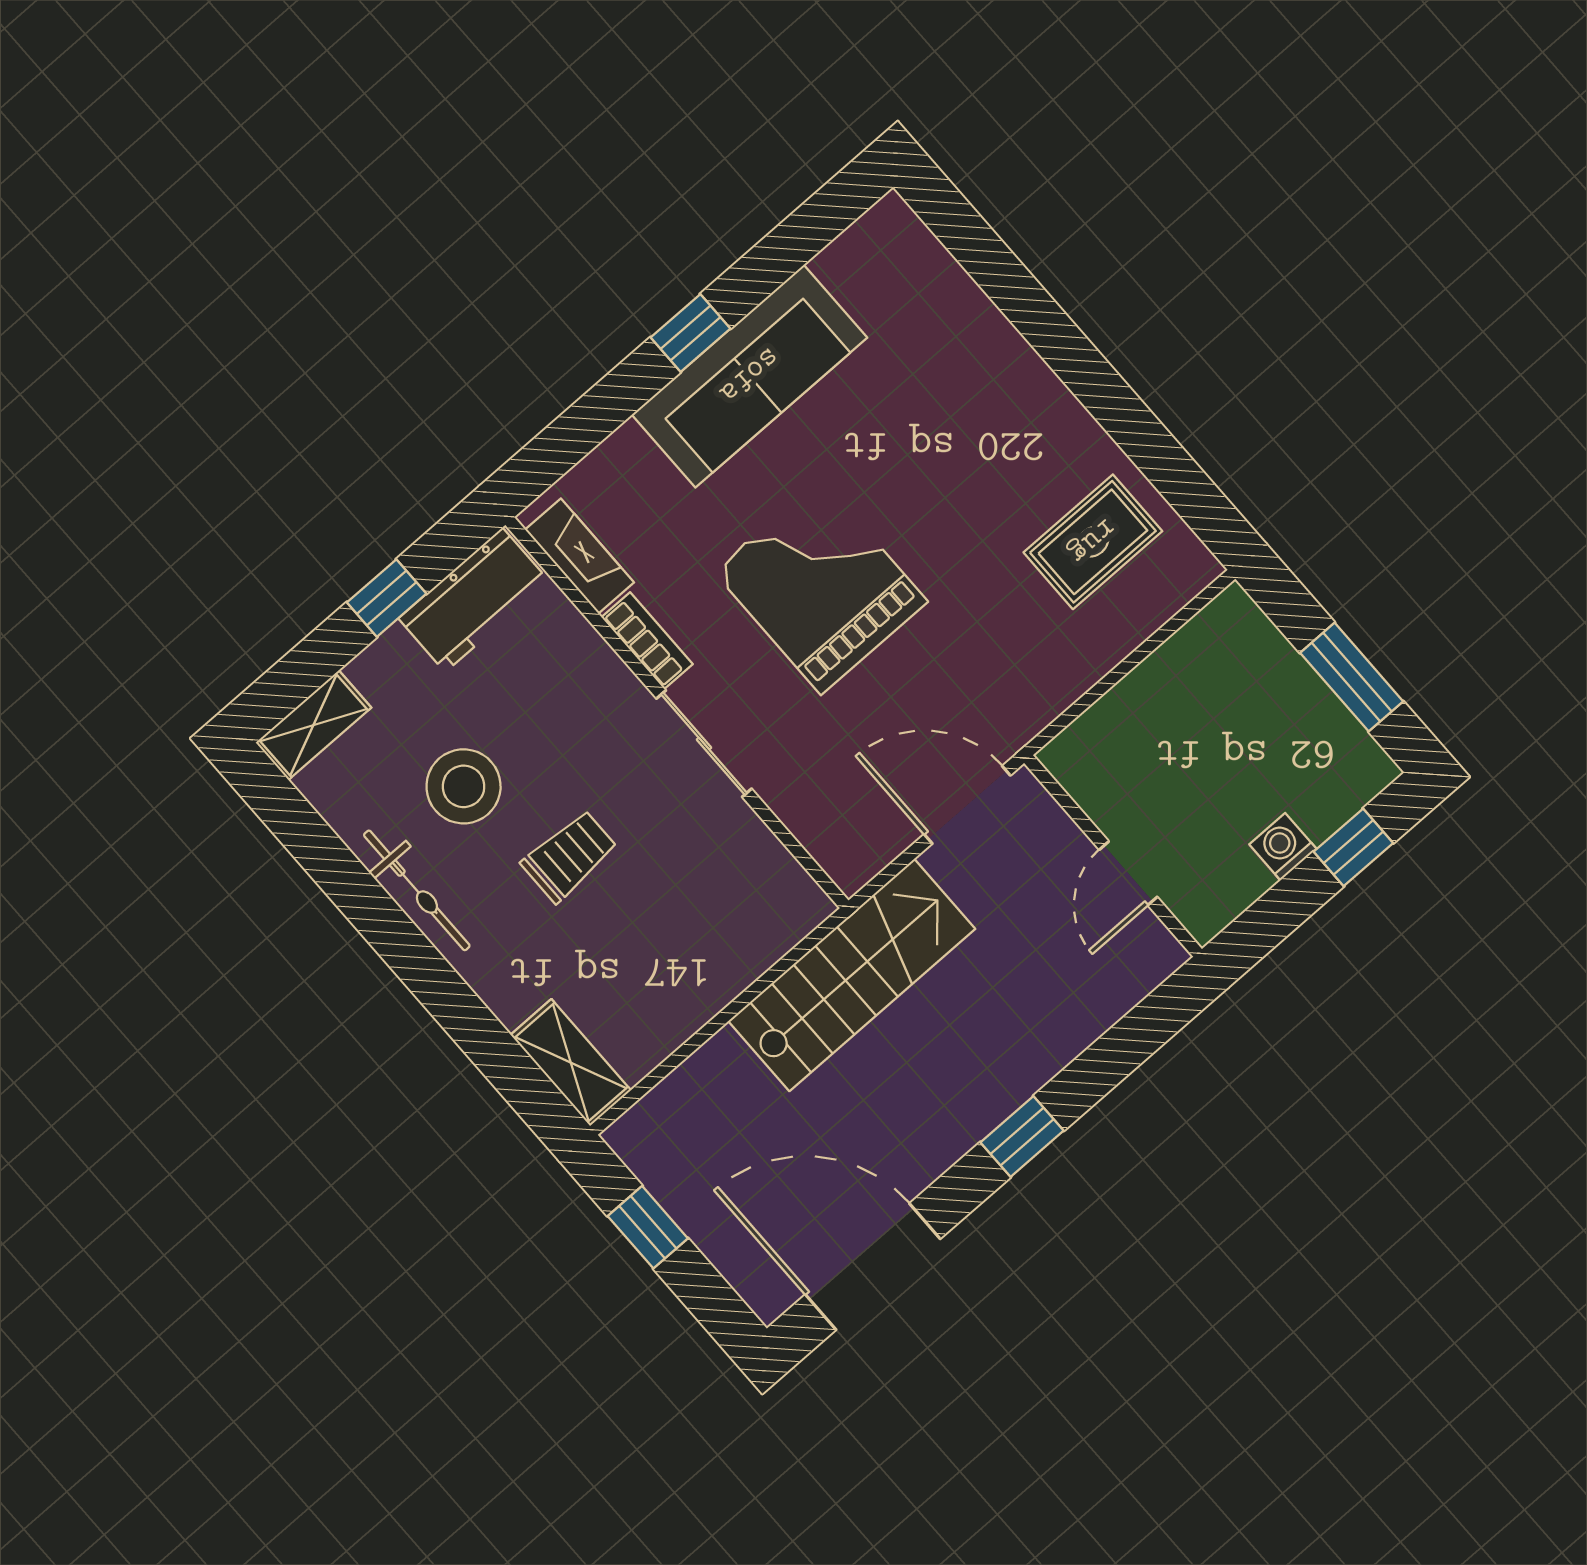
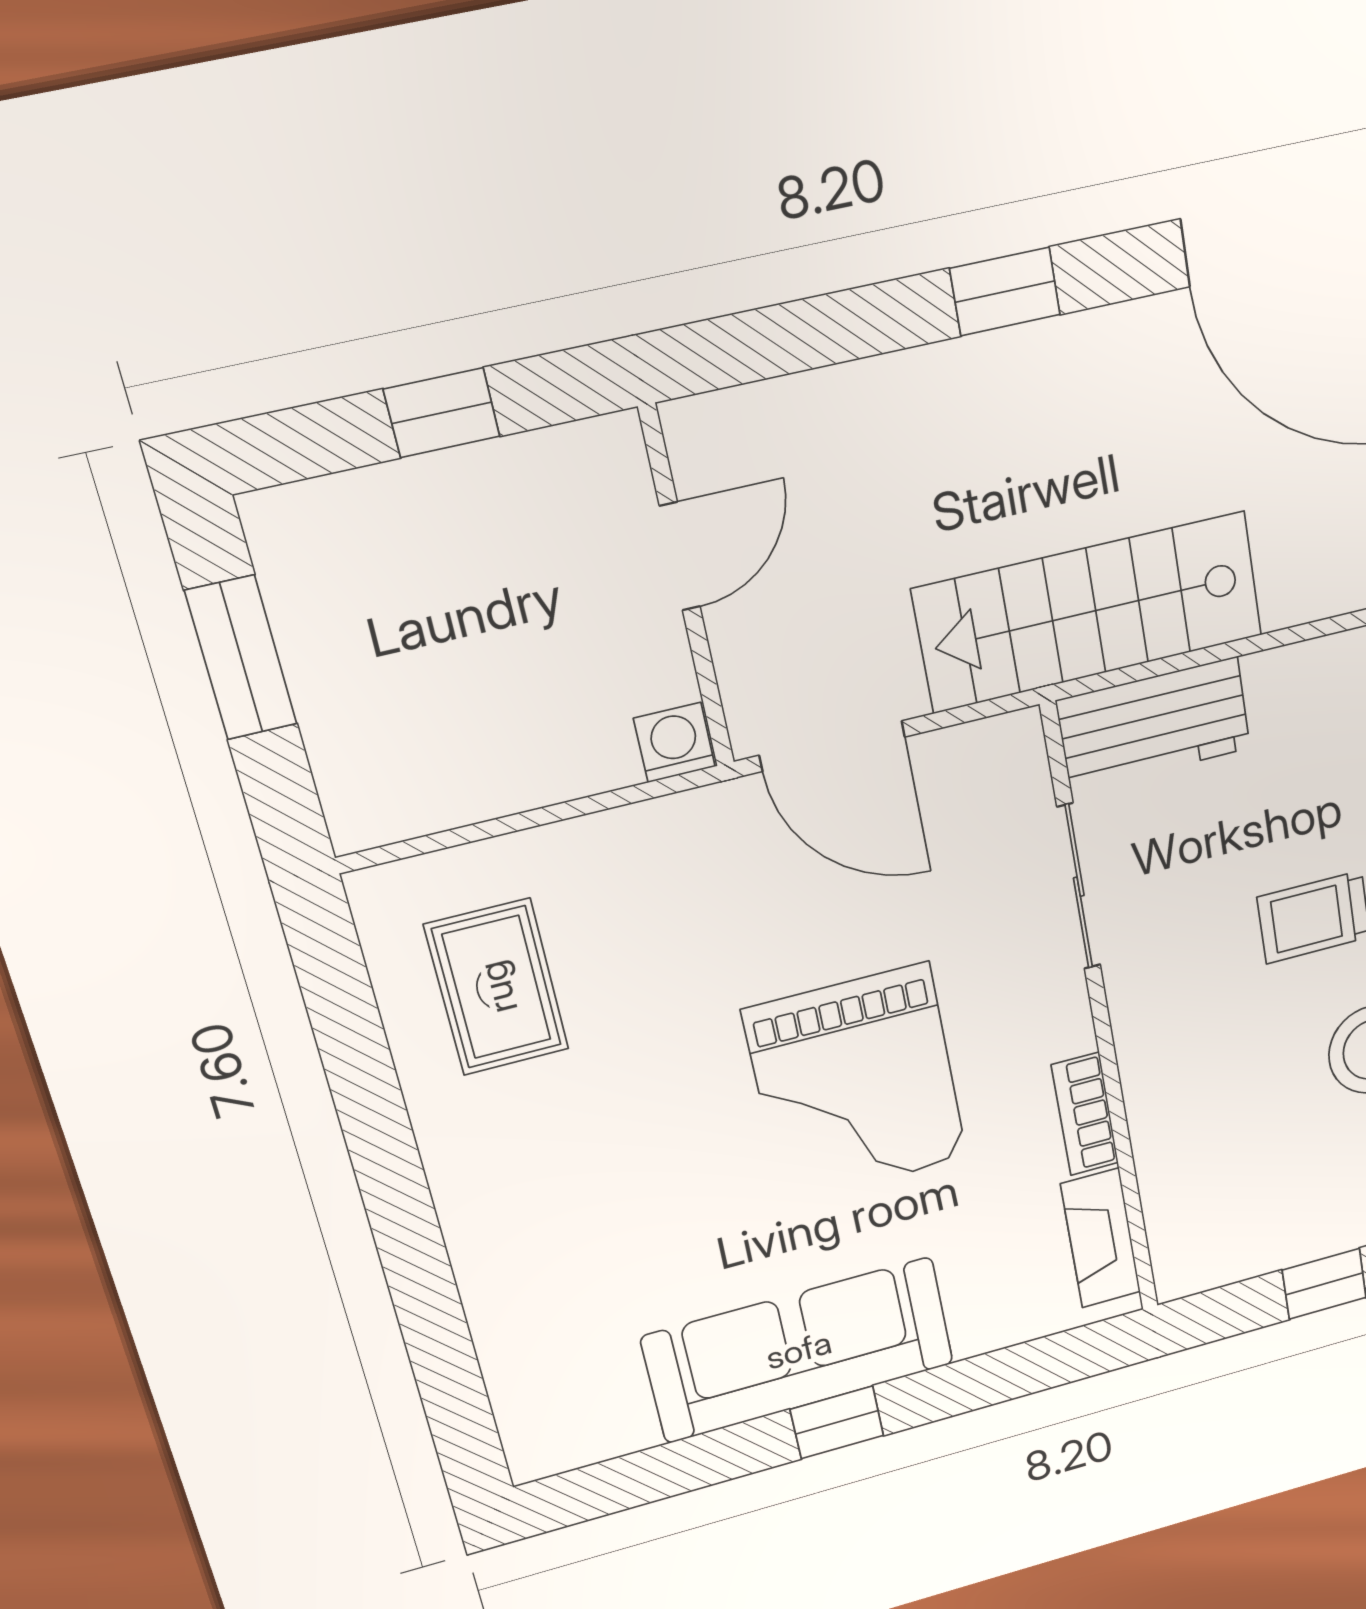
rug: (1093, 542) -> (497, 987), turned 90
workbench: (474, 600) -> (1154, 724), moved, turned 180
sliding door: (704, 744) -> (1079, 887), moved
washing machine: (1283, 847) -> (674, 742), moved, turned 180
window: (1353, 847) -> (442, 413), moved

